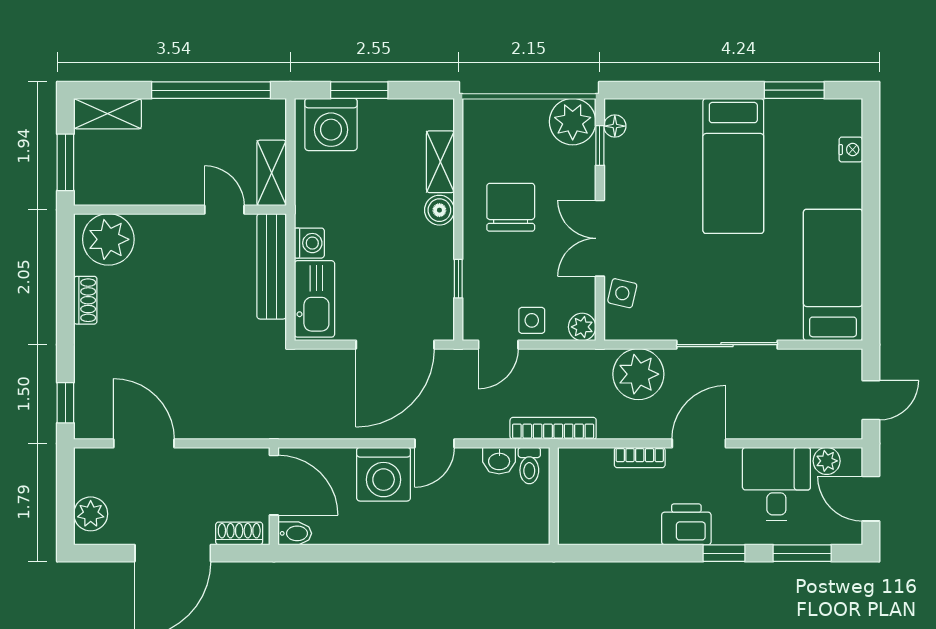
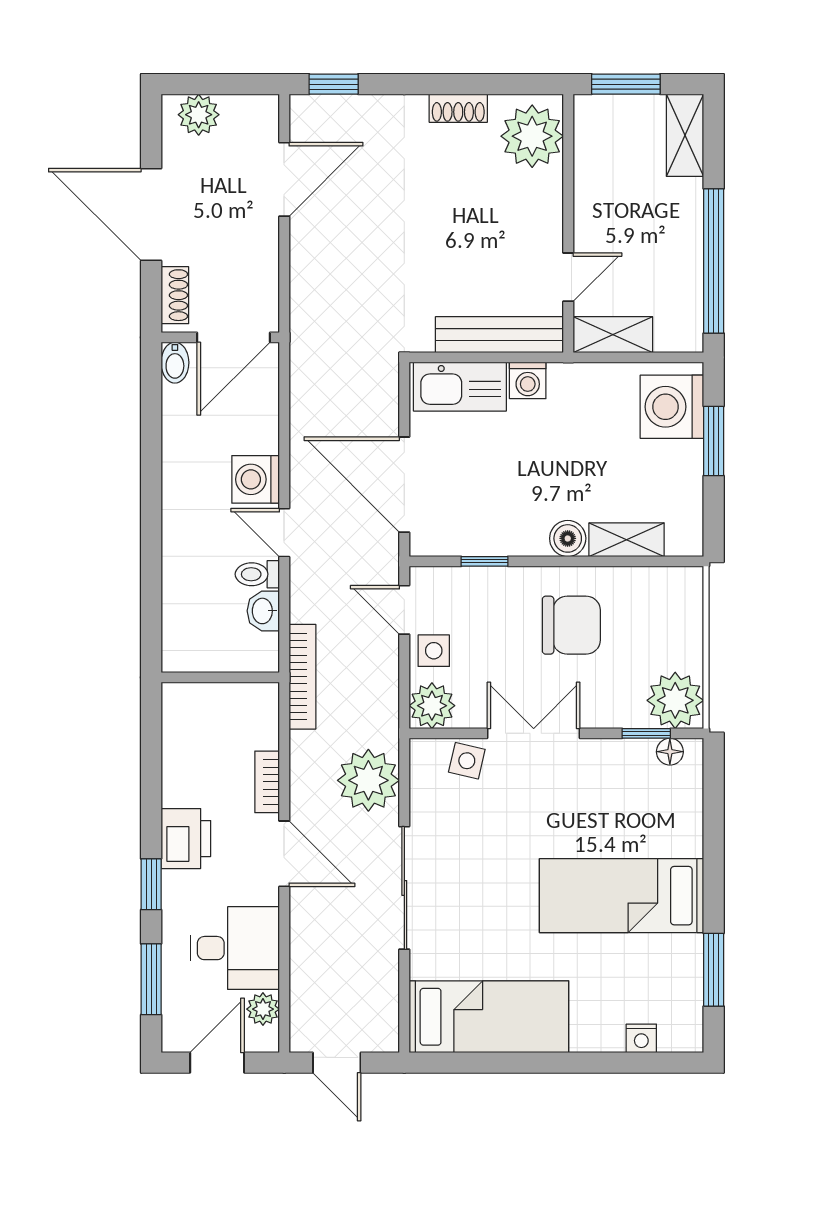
plant: (582, 327) -> (432, 706), width x1.38, depth x1.38
toilet: (529, 466) -> (257, 574), moved
washing machine: (384, 474) -> (256, 479), width x0.73, depth x0.73

